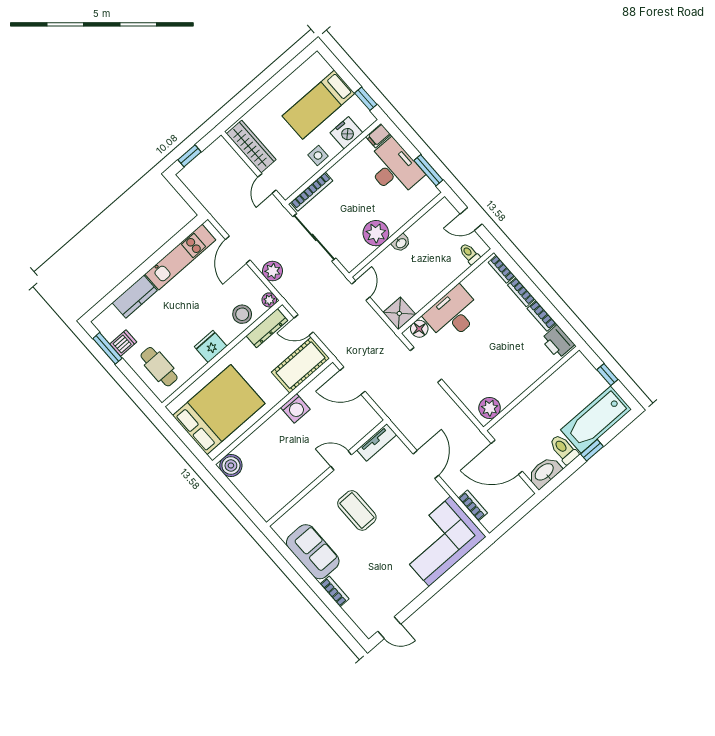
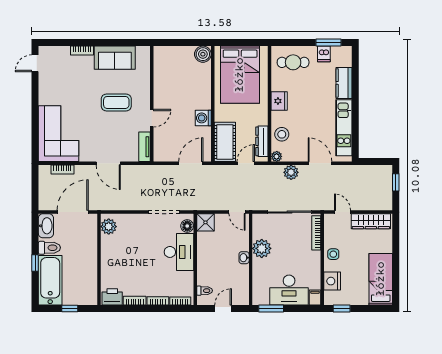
bed: (319, 105) -> (381, 279), moved

